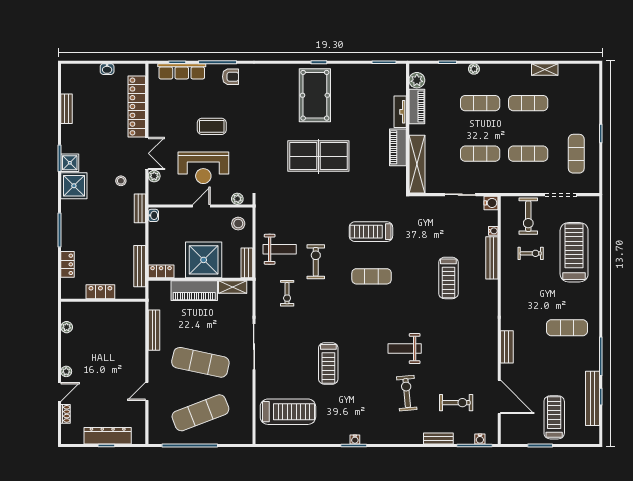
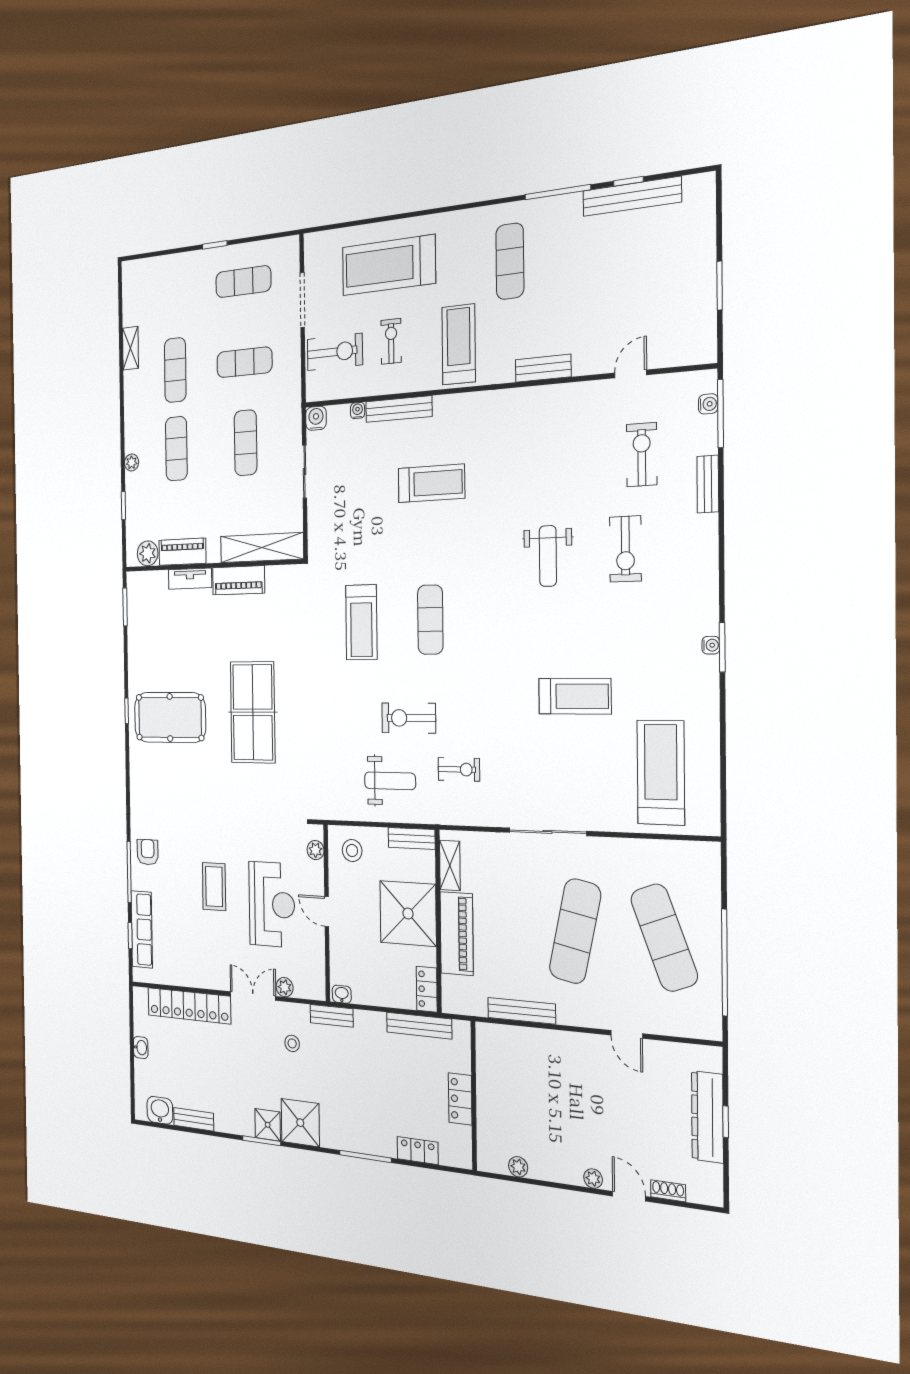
washbasin: (69, 83) -> (160, 1110), added
exercise mat: (528, 154) -> (244, 362), turned 90
weight bench: (280, 249) -> (390, 781), turned 90
exercise bike: (407, 393) -> (625, 549), turned -85
door: (499, 397) -> (631, 374), width x0.53
treadmill: (554, 417) -> (459, 344), moved, turned 90

